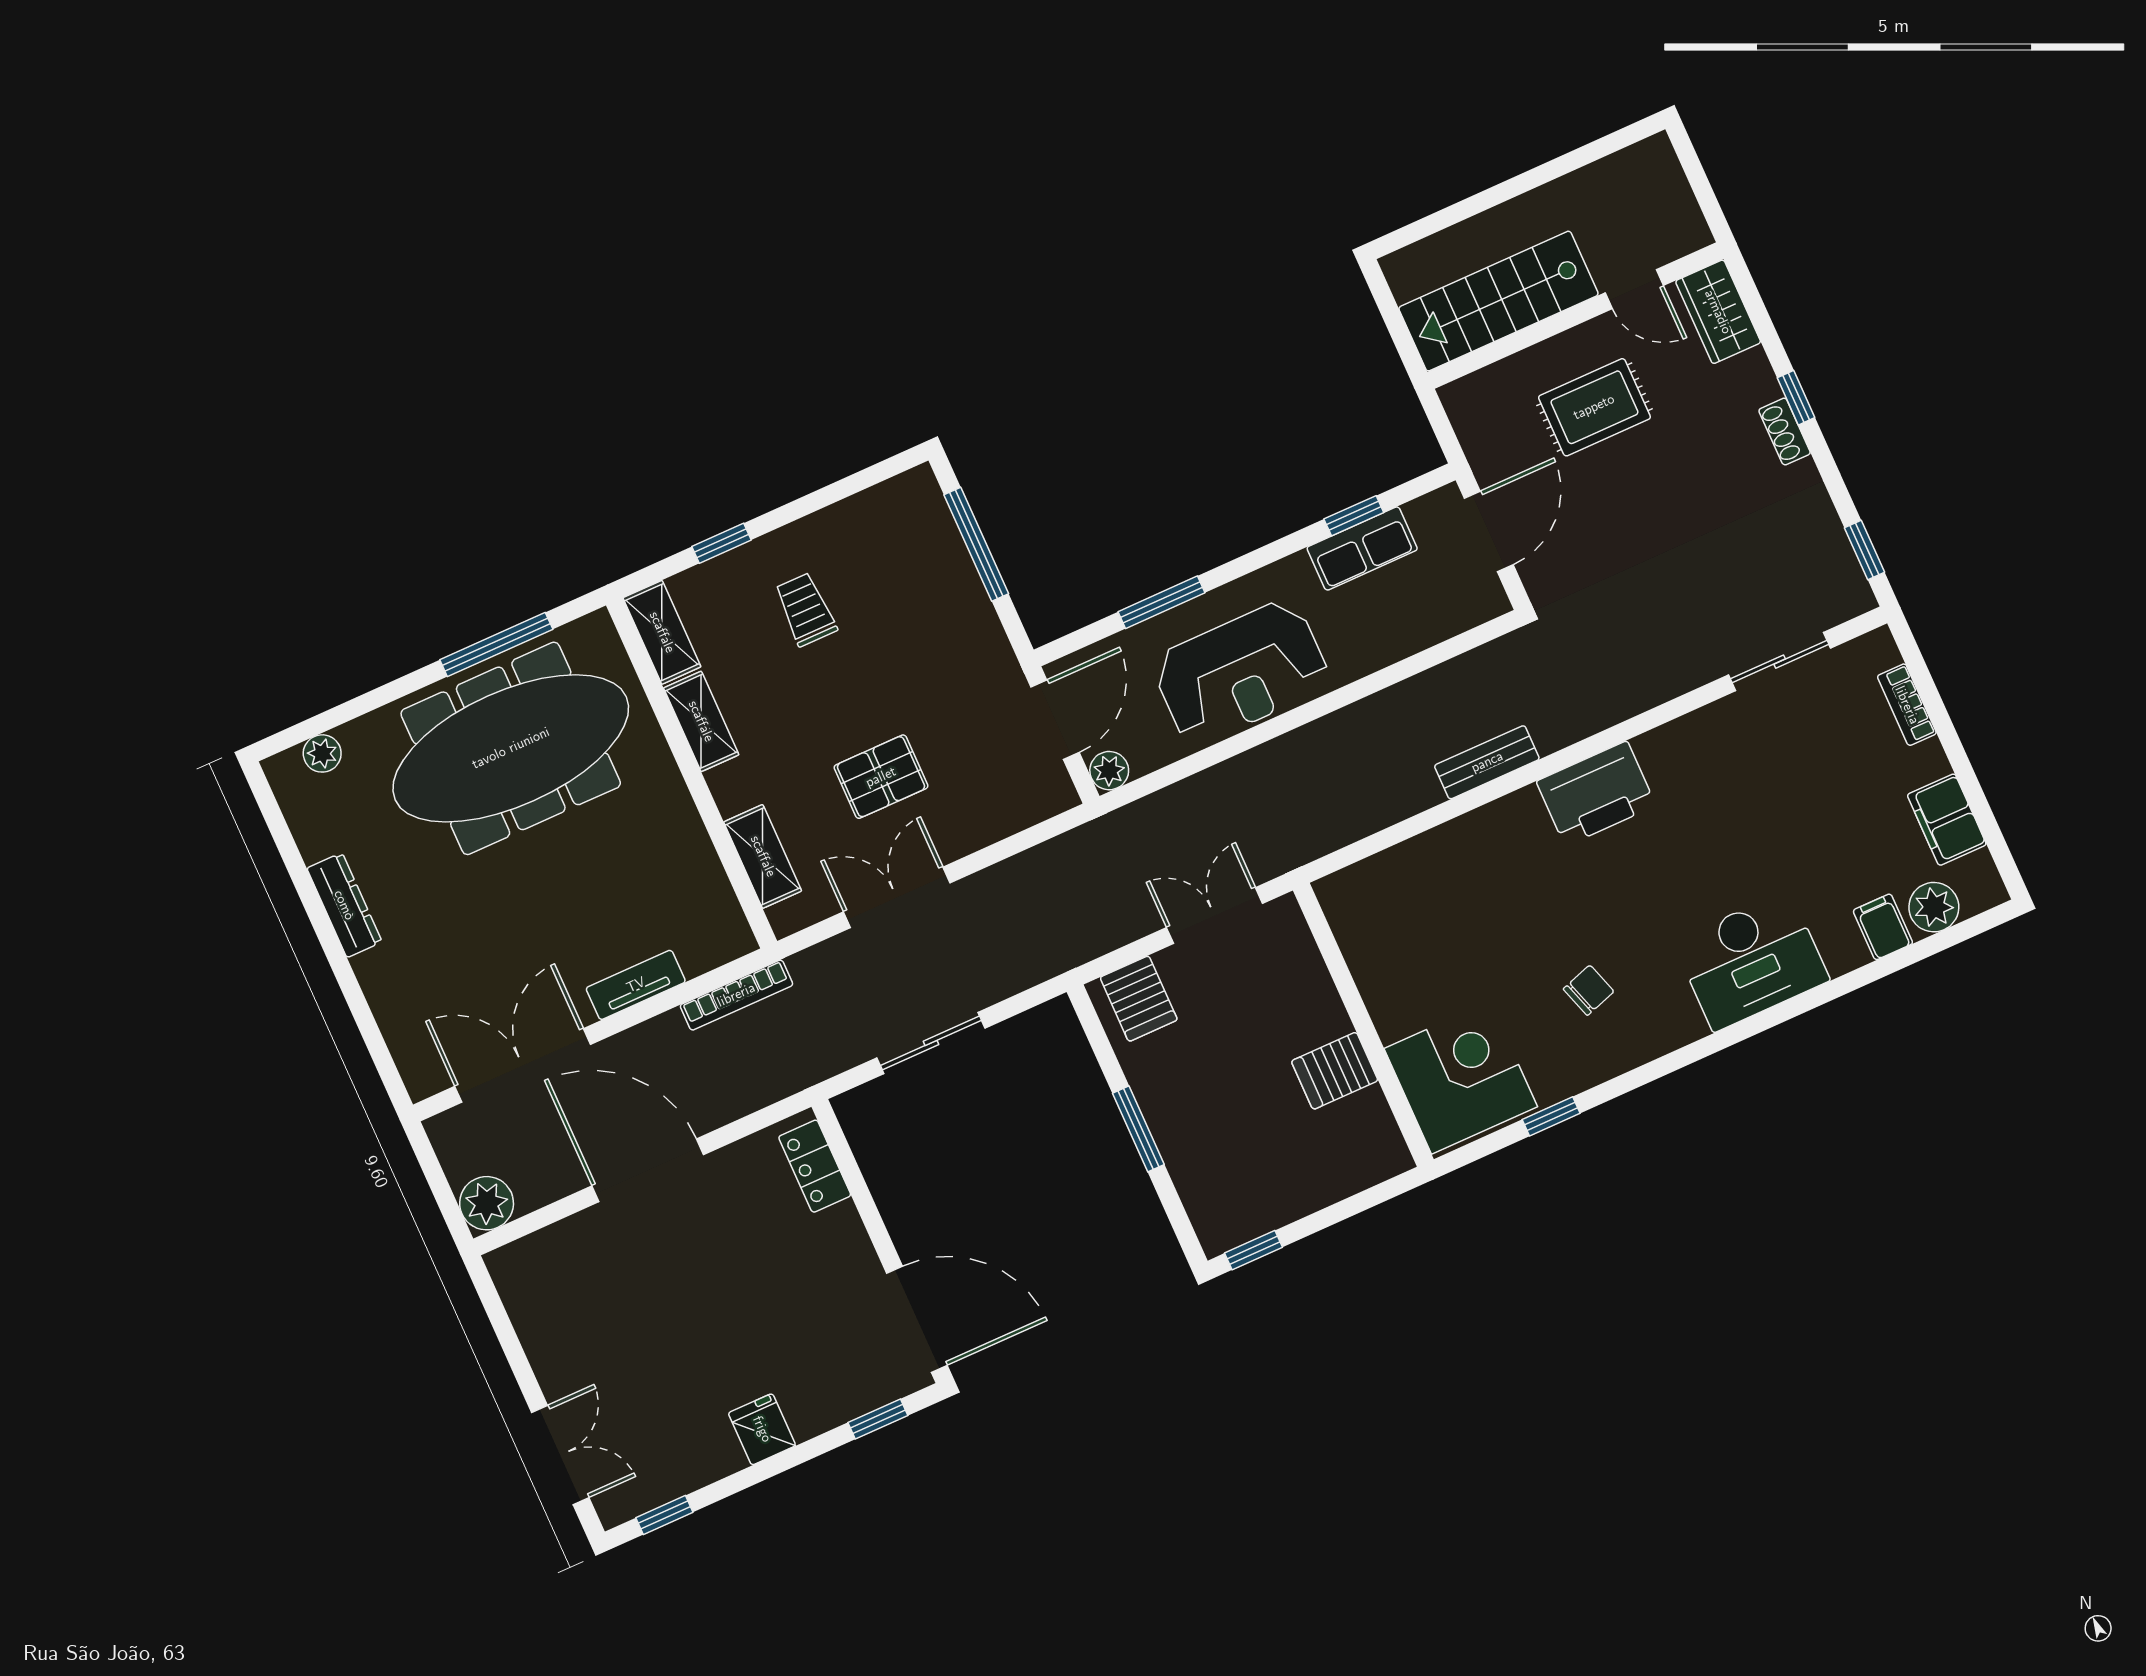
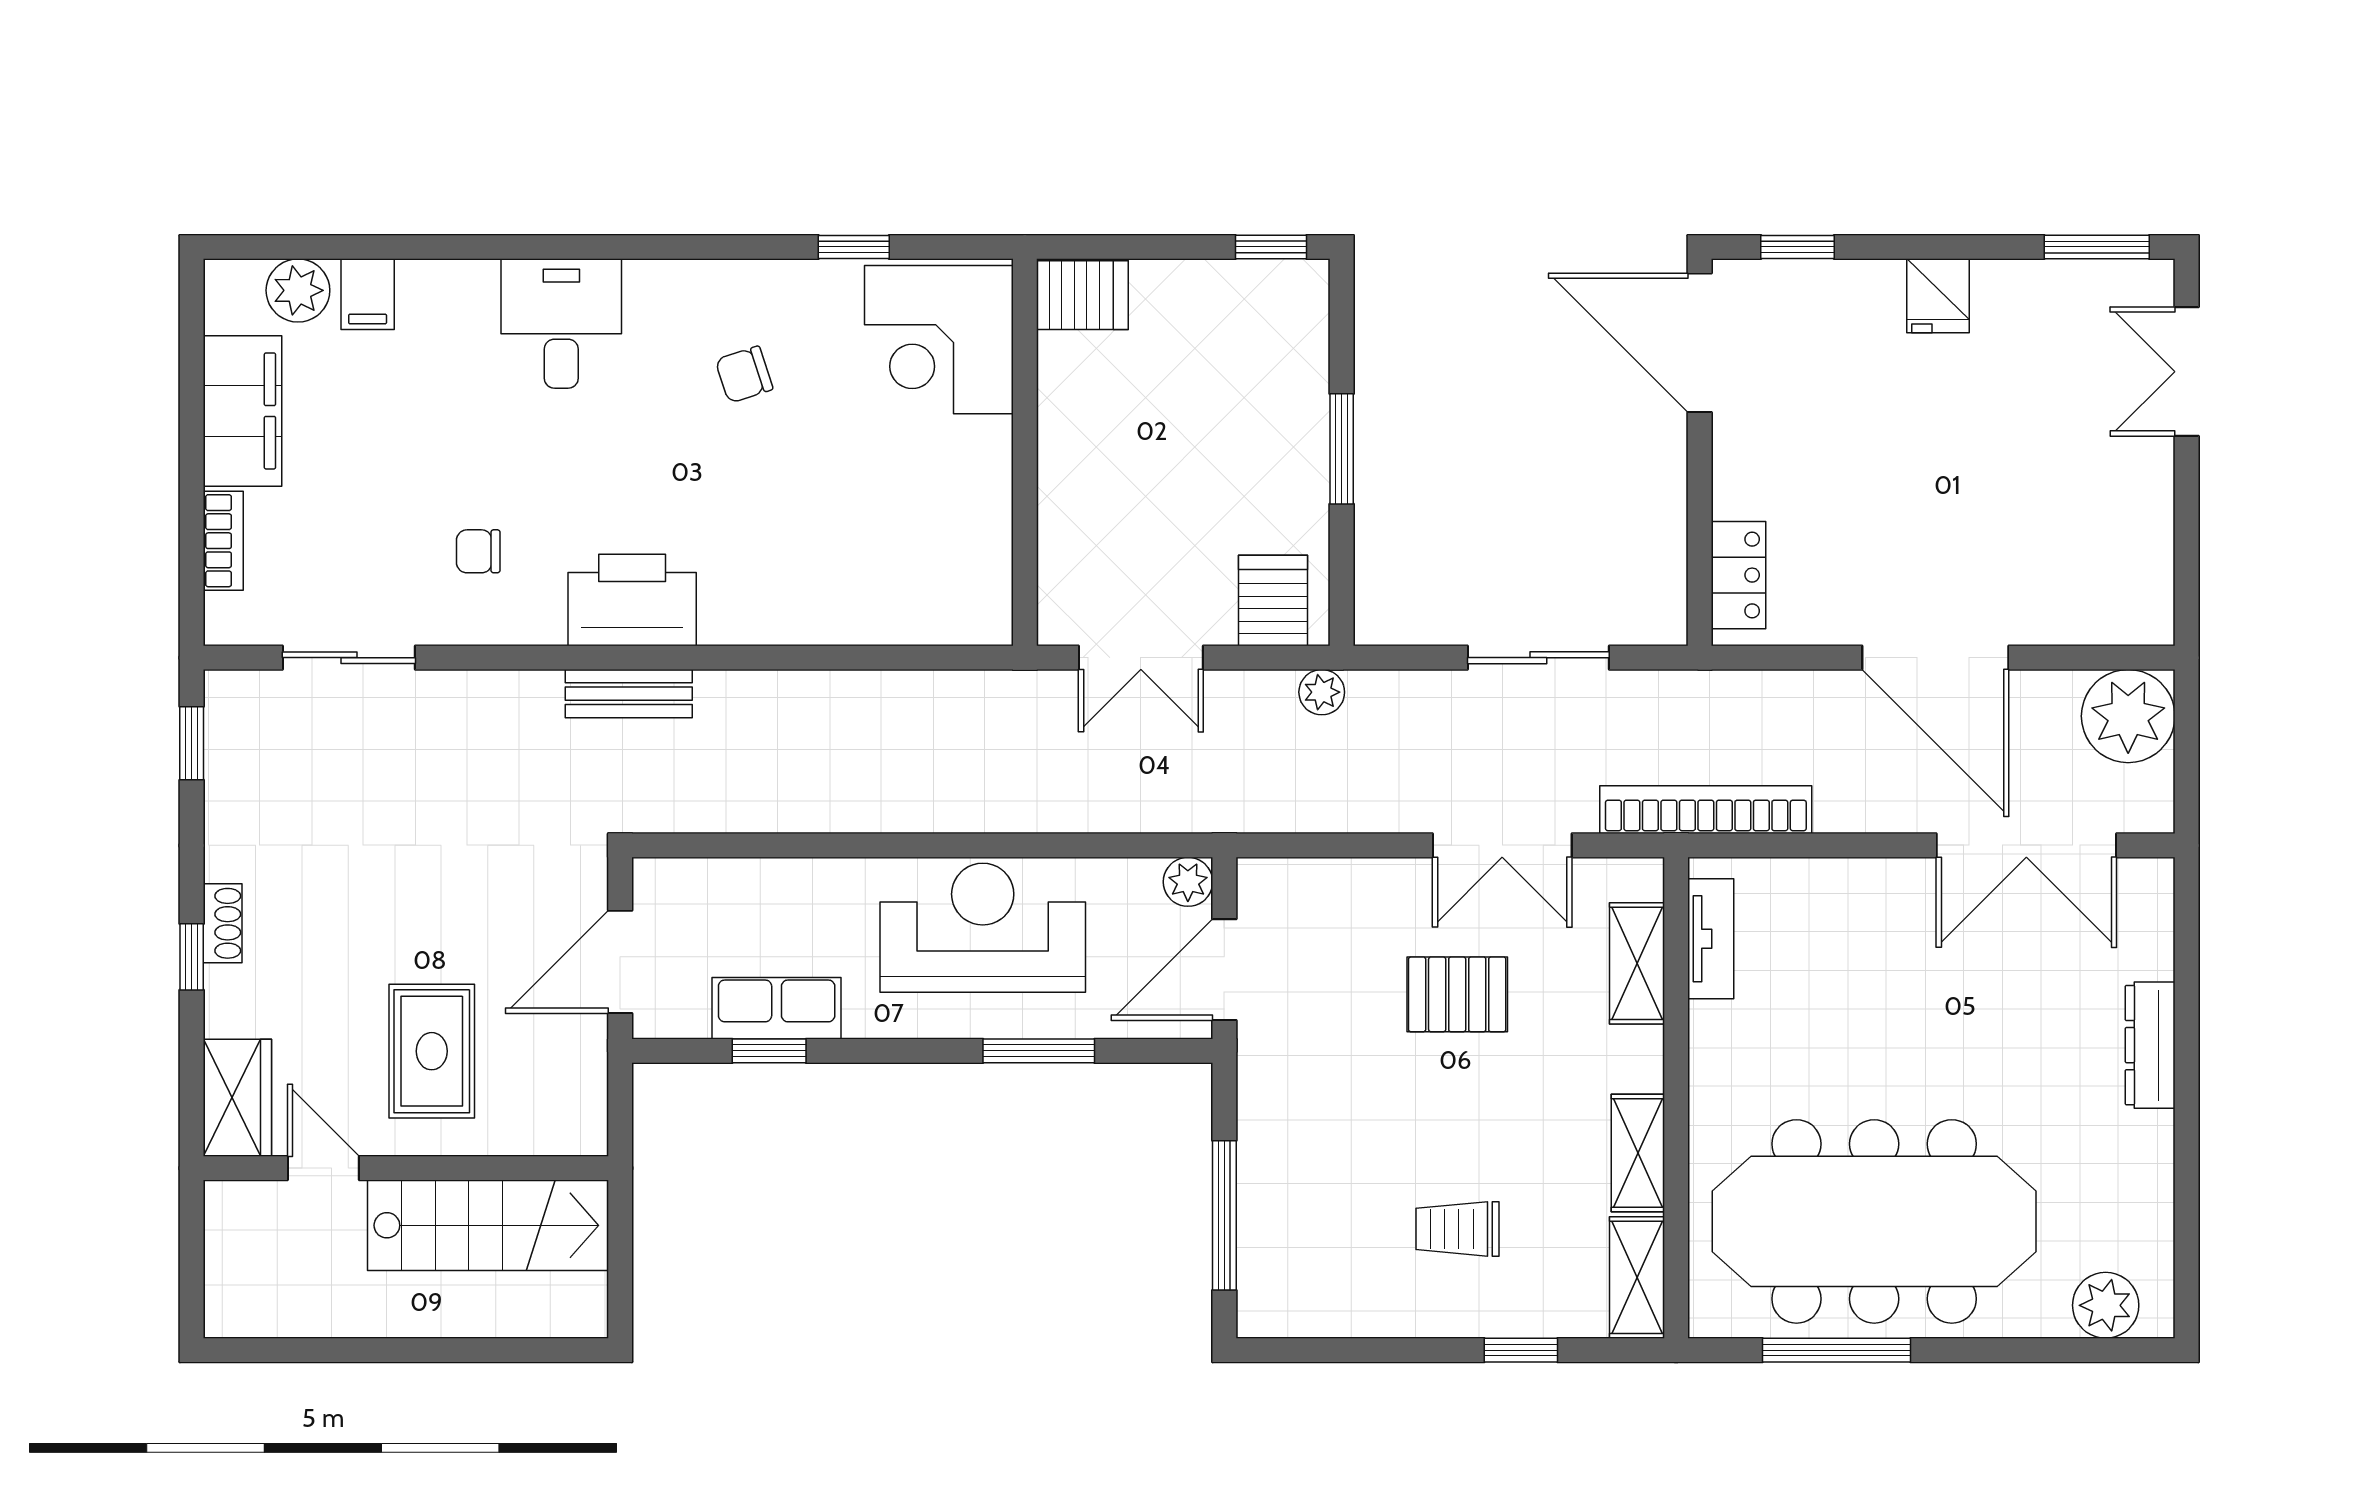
rug: (1594, 407) -> (432, 1051), turned 90
trolley: (805, 609) -> (1458, 1229), turned 90
plant: (322, 753) -> (2106, 1305), width x1.38, depth x1.38
bench: (1487, 762) -> (629, 694), moved
chair: (1722, 779) -> (478, 551), added
filing cabinet: (1947, 820) -> (243, 411), width x1.50, depth x1.17
dresser: (344, 905) -> (2150, 1045), moved
plant: (1075, 949) -> (1322, 692), added
desk: (1751, 961) -> (561, 324), width x0.73
tv unit: (636, 985) -> (1711, 939), moved, turned -90
bookcase: (736, 995) -> (1706, 810), width x1.48, depth x1.31
server rack: (1335, 1071) -> (1082, 295), moved
plant: (487, 1203) -> (2128, 716), width x1.36, depth x1.36
window: (664, 1515) -> (2097, 247), width x1.50

